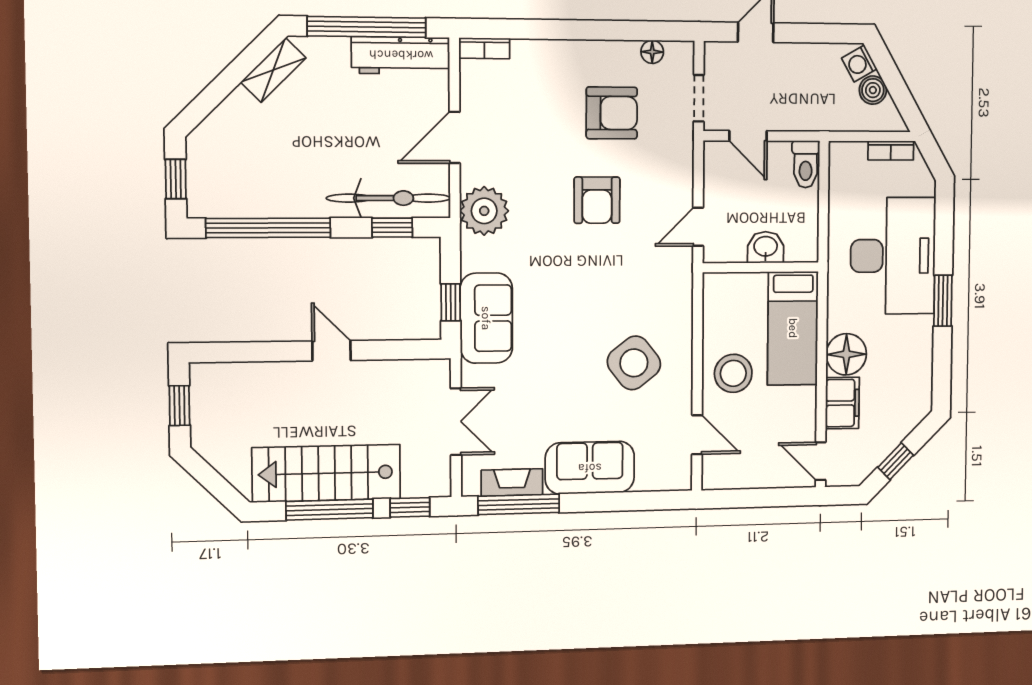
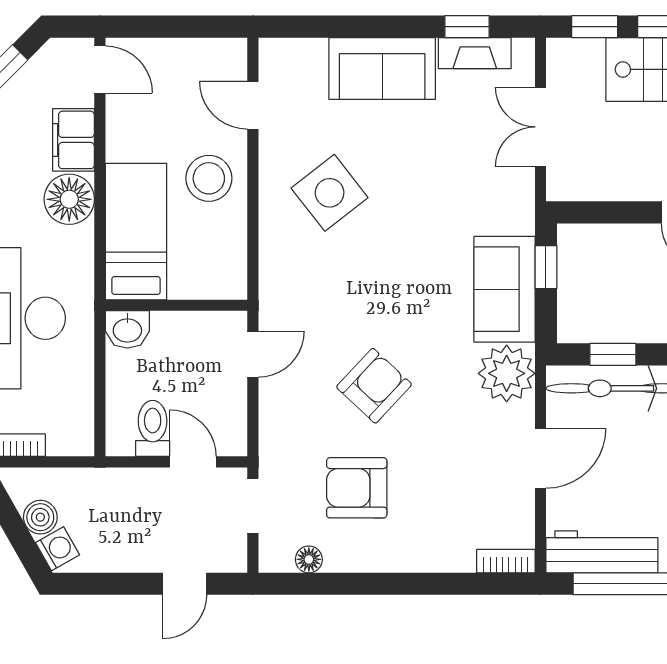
toilet: (806, 164) -> (153, 428), moved
armchair: (597, 200) -> (374, 386), turned 43
washbasin: (766, 247) -> (127, 329), moved
sofa: (486, 318) -> (504, 289), moved
window: (519, 504) -> (467, 27), width x0.46

